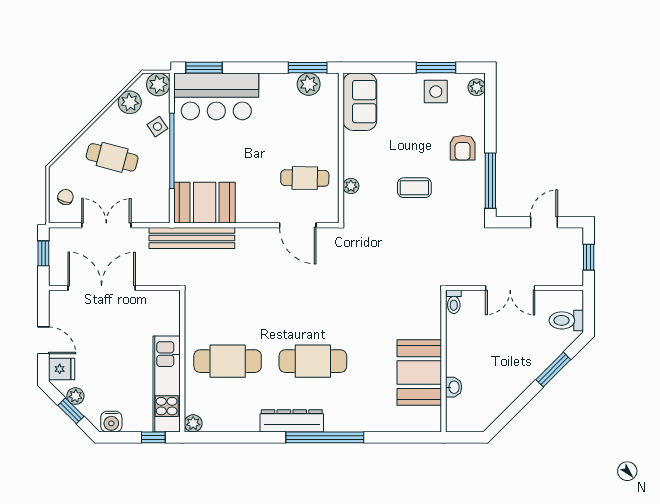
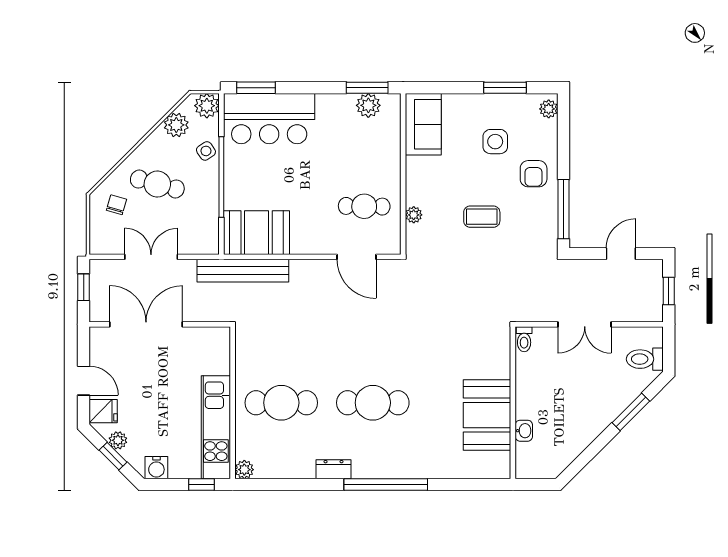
side table: (436, 92) -> (495, 142), moved
chair: (65, 197) -> (116, 205), moved
dresser: (292, 421) -> (334, 469), width x0.51, depth x0.80

